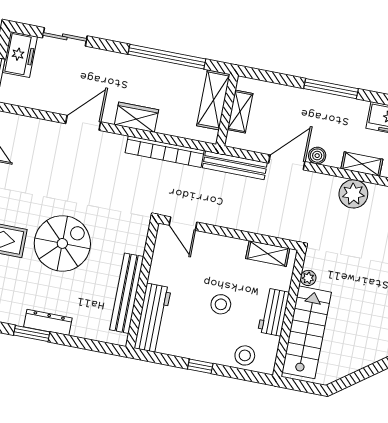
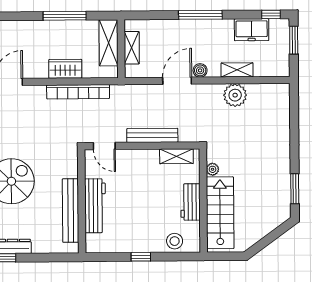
window: (167, 57) -> (65, 16), width x0.68
wardrobe: (136, 117) -> (65, 69), moved
bench: (235, 165) -> (152, 135), moved
stool: (221, 304) -> (147, 204), removed
workbench: (153, 318) -> (95, 206), moved

